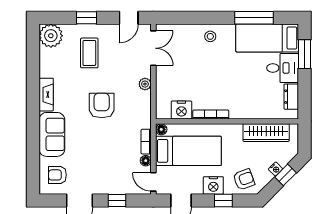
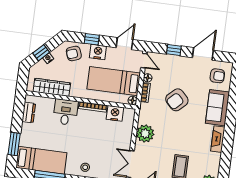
desk: (283, 68) -> (66, 112), moved, turned 90
plant: (145, 84) -> (145, 133), width x1.88, depth x1.88
armchair: (102, 105) -> (177, 100), moved, turned 46

